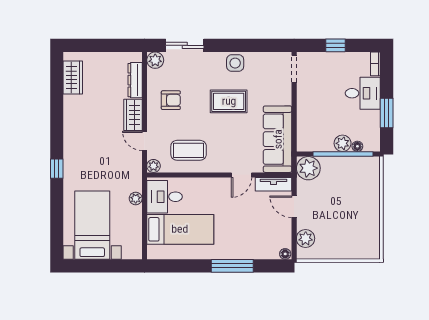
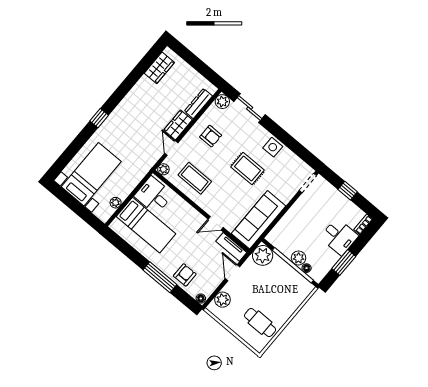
plant: (136, 198) -> (116, 203), moved
cafe table: (357, 231) -> (260, 323), added
armchair: (253, 245) -> (185, 275), added

